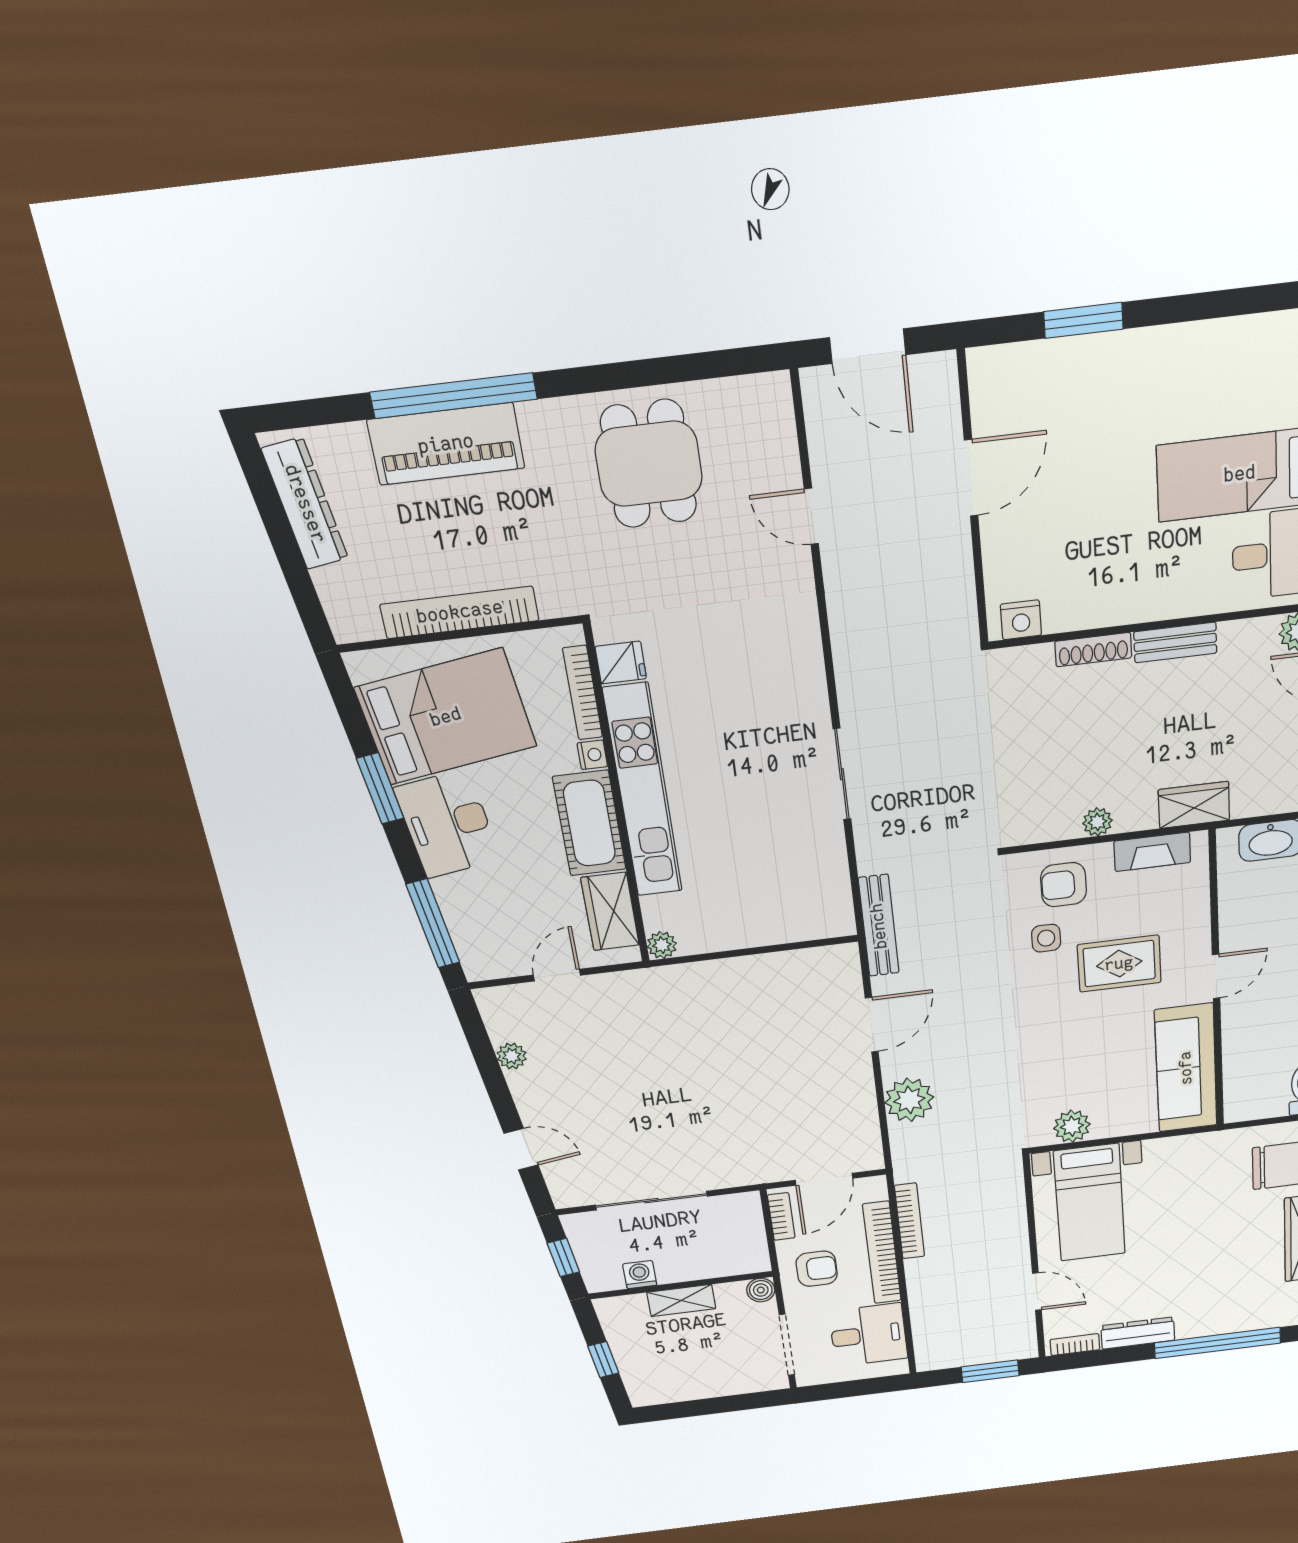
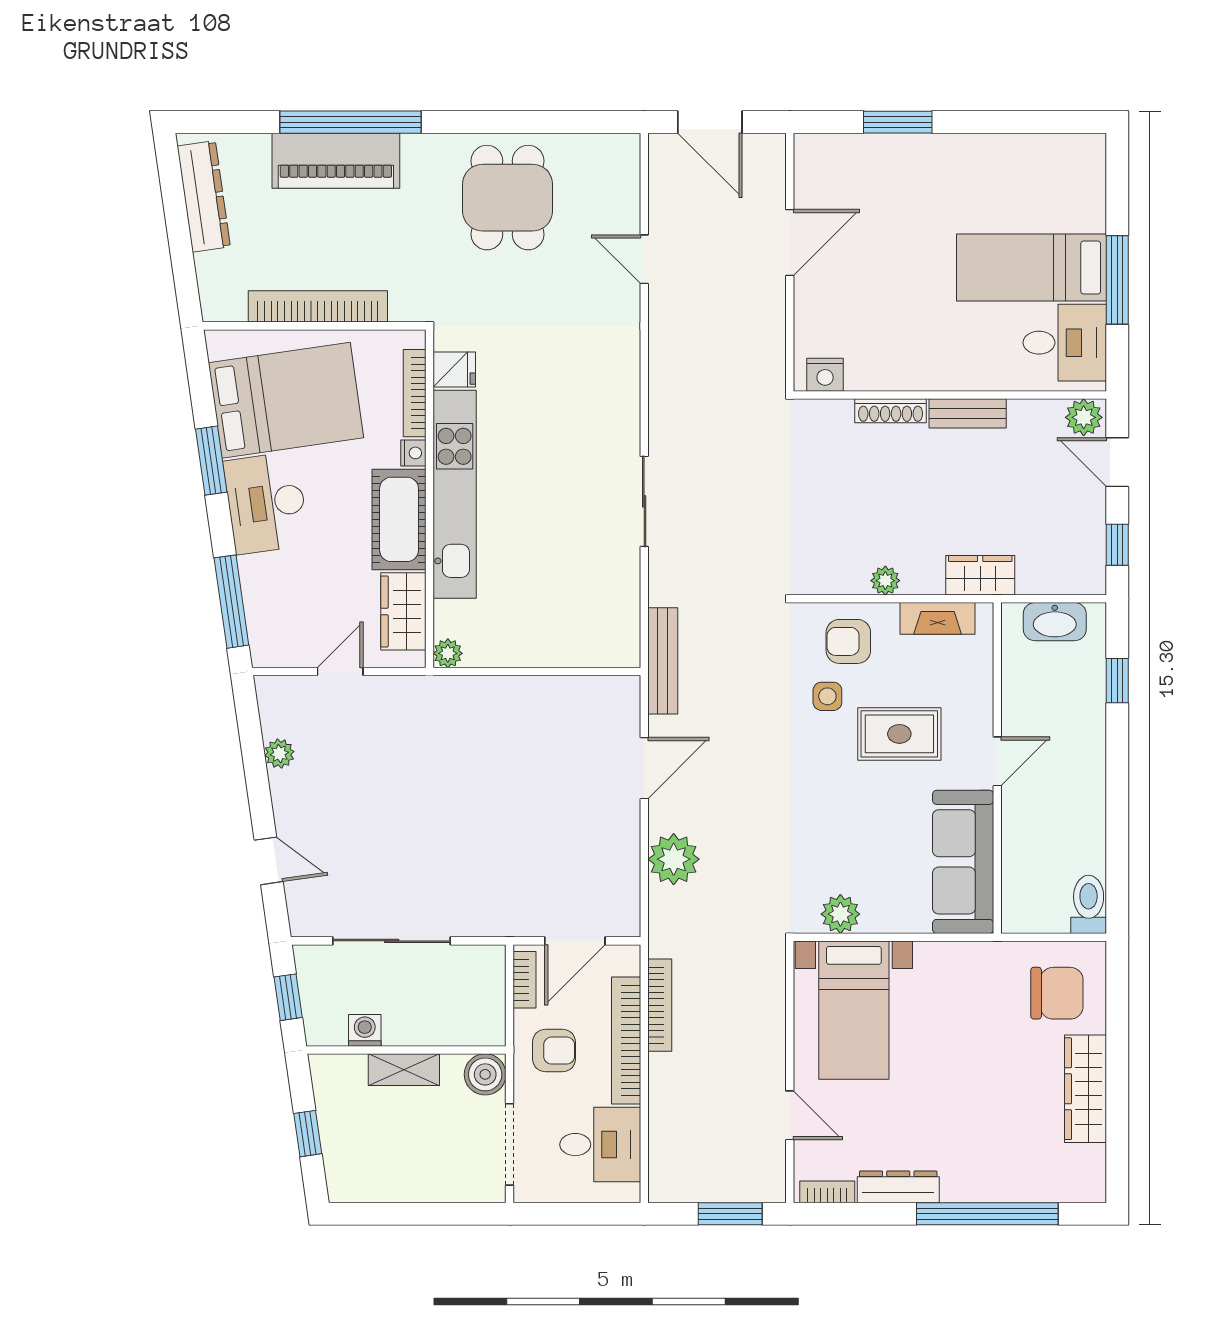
boiler: (761, 1290) -> (485, 1074), width x1.36, depth x1.36

